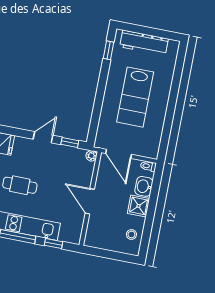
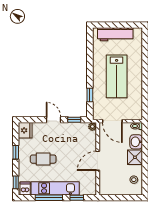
window: (108, 50) -> (90, 95), moved
door: (43, 137) -> (54, 120), hinge flipped
door: (90, 201) -> (98, 161), hinge flipped

